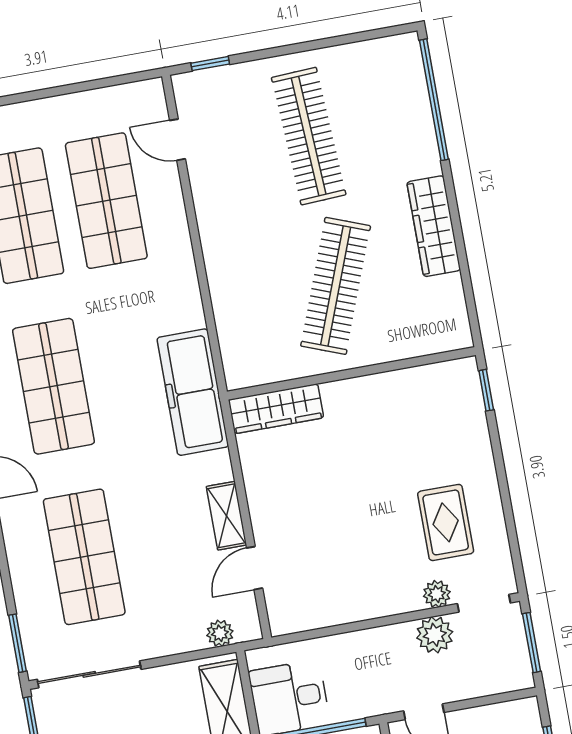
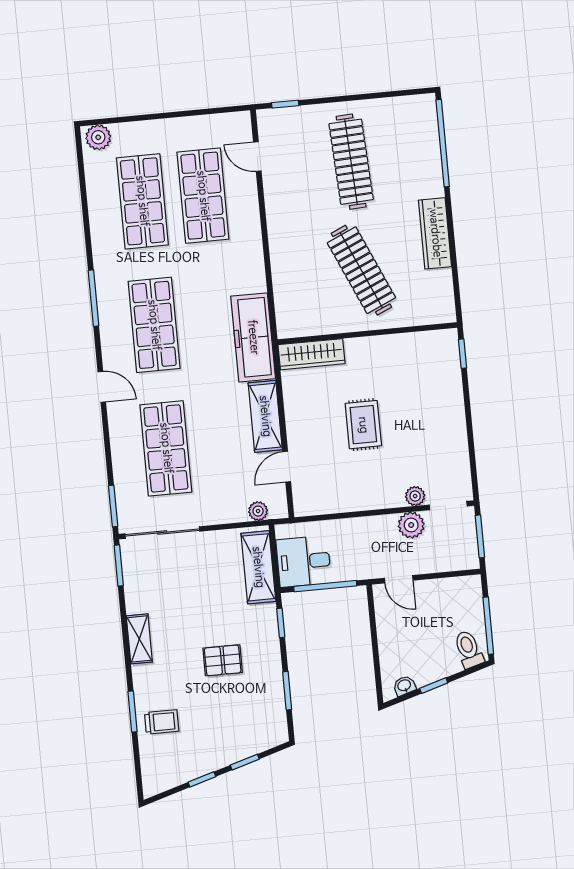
clothes rail: (336, 286) -> (361, 270), turned -45
shelving: (226, 516) -> (265, 416), width x1.50, depth x1.33
rug: (446, 522) -> (363, 425), moved

